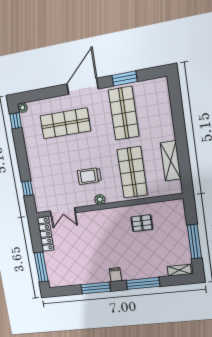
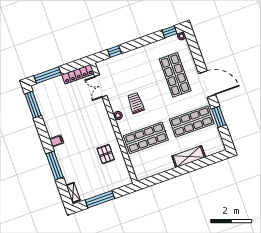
shelving: (171, 161) -> (189, 157), moved
window: (96, 288) -> (33, 105), moved

